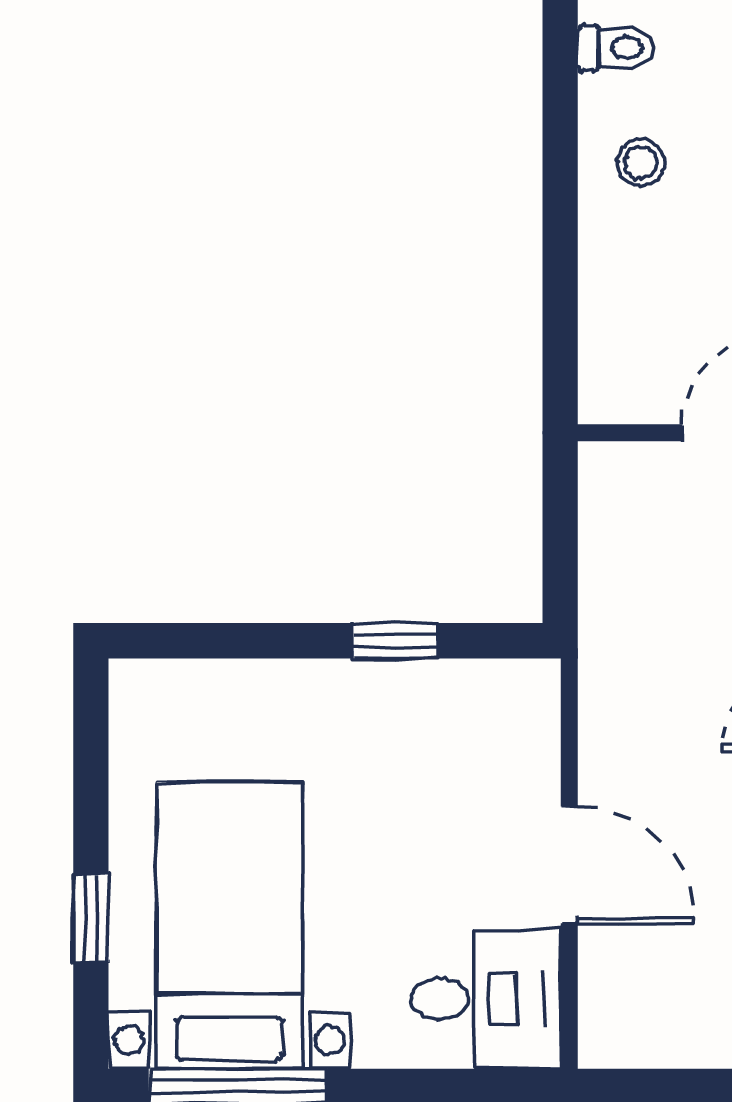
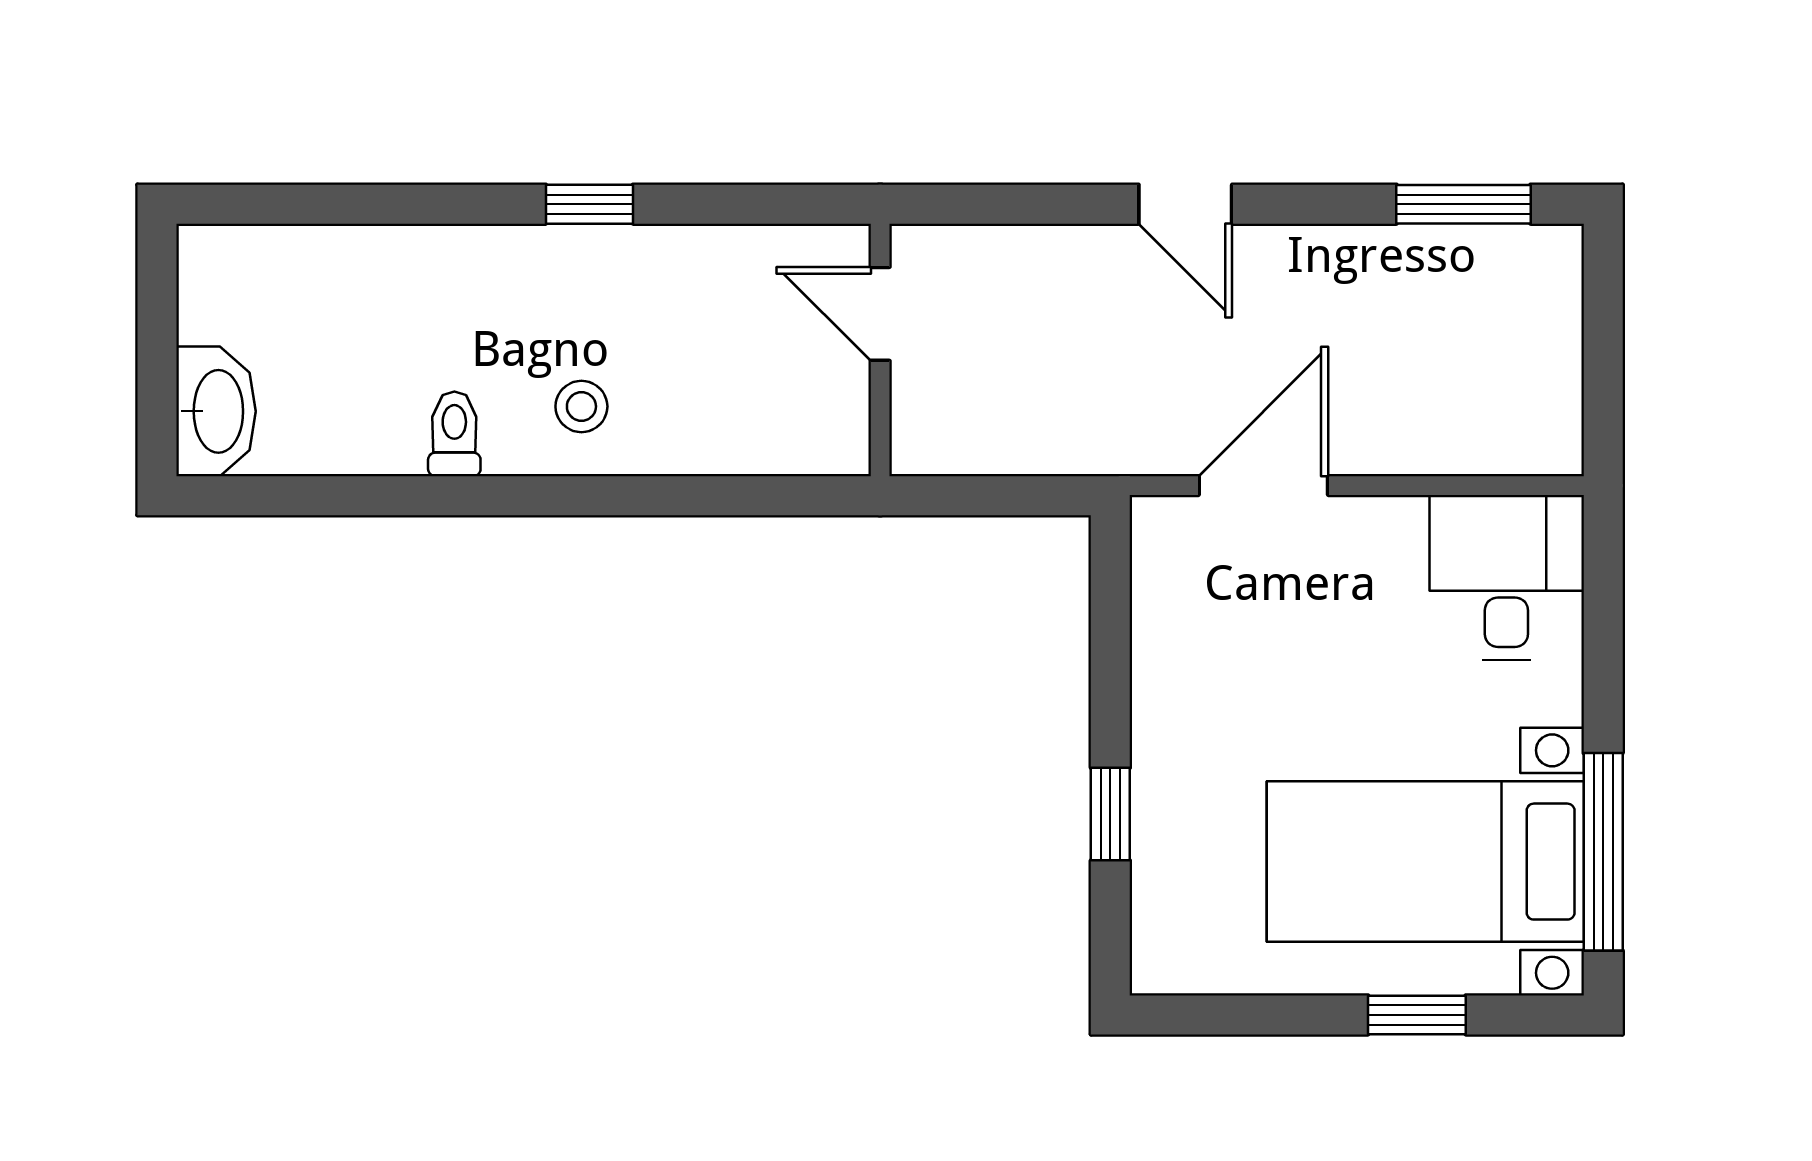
window: (395, 641) -> (1110, 814), moved
door: (569, 865) -> (1263, 486), moved

